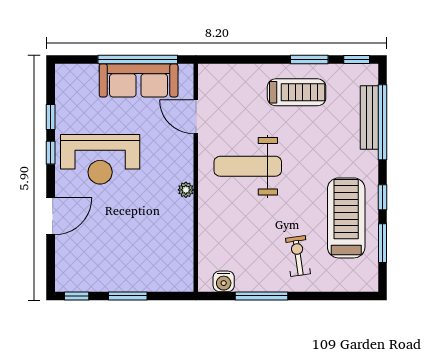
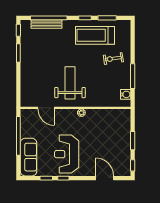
sofa: (139, 80) -> (29, 157), moved
treadmill: (297, 92) -> (34, 59), removed
door: (196, 117) -> (46, 108), hinge flipped
reception desk: (100, 159) -> (67, 154), turned 180
weight bench: (248, 166) -> (70, 83), turned 180
door: (51, 216) -> (105, 178), moved

